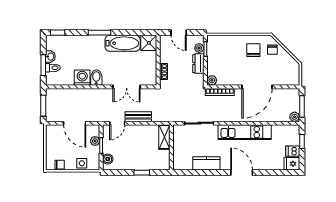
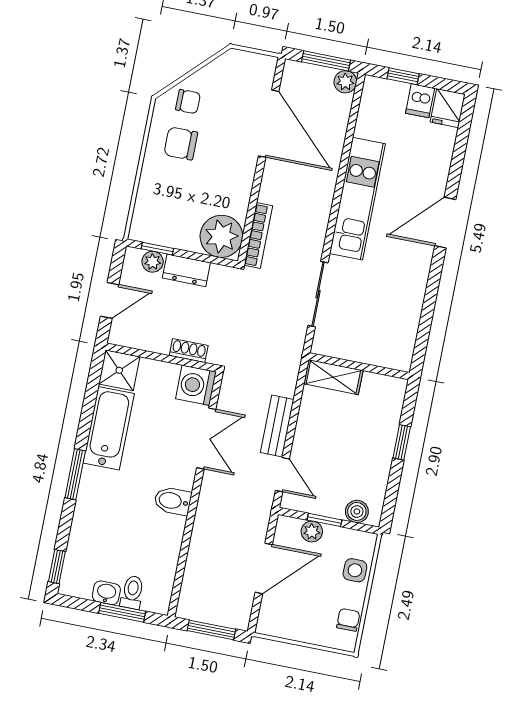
washing machine: (82, 78) -> (196, 385), moved
plant: (212, 80) -> (221, 236), width x1.87, depth x1.87
door: (257, 87) -> (269, 124), moved
kitchen counter: (206, 163) -> (410, 296), removed

